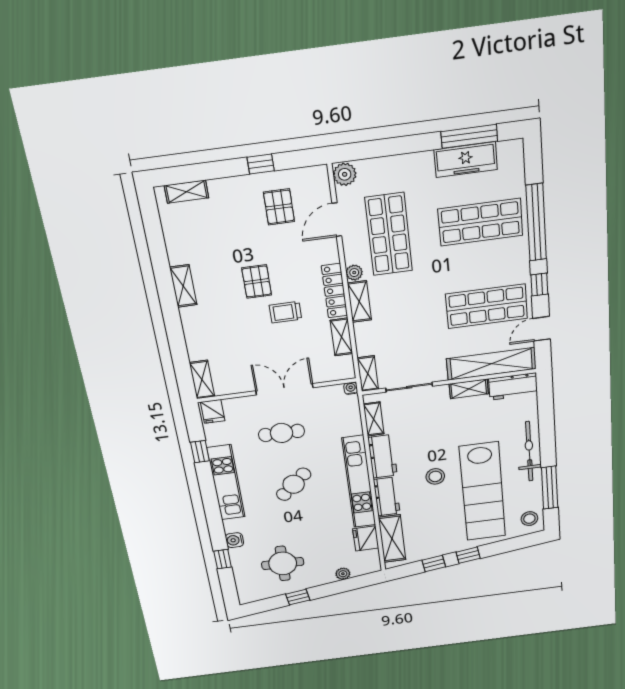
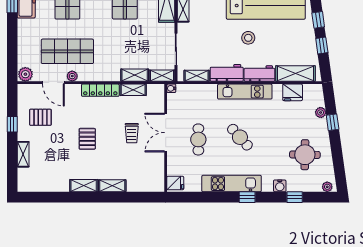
shelving: (186, 192) -> (23, 154), moved
plant: (354, 273) -> (72, 76), moved
pallet: (257, 282) -> (87, 139), turned 90
shelving: (359, 302) -> (135, 75), moved
trolley: (285, 312) -> (132, 133), moved
shelving: (202, 380) -> (112, 186), moved
window: (200, 452) -> (247, 197), moved
kitchen unit: (359, 482) -> (245, 92), width x0.73
plant: (244, 594) -> (327, 187), added
window: (298, 597) -> (333, 122), moved

